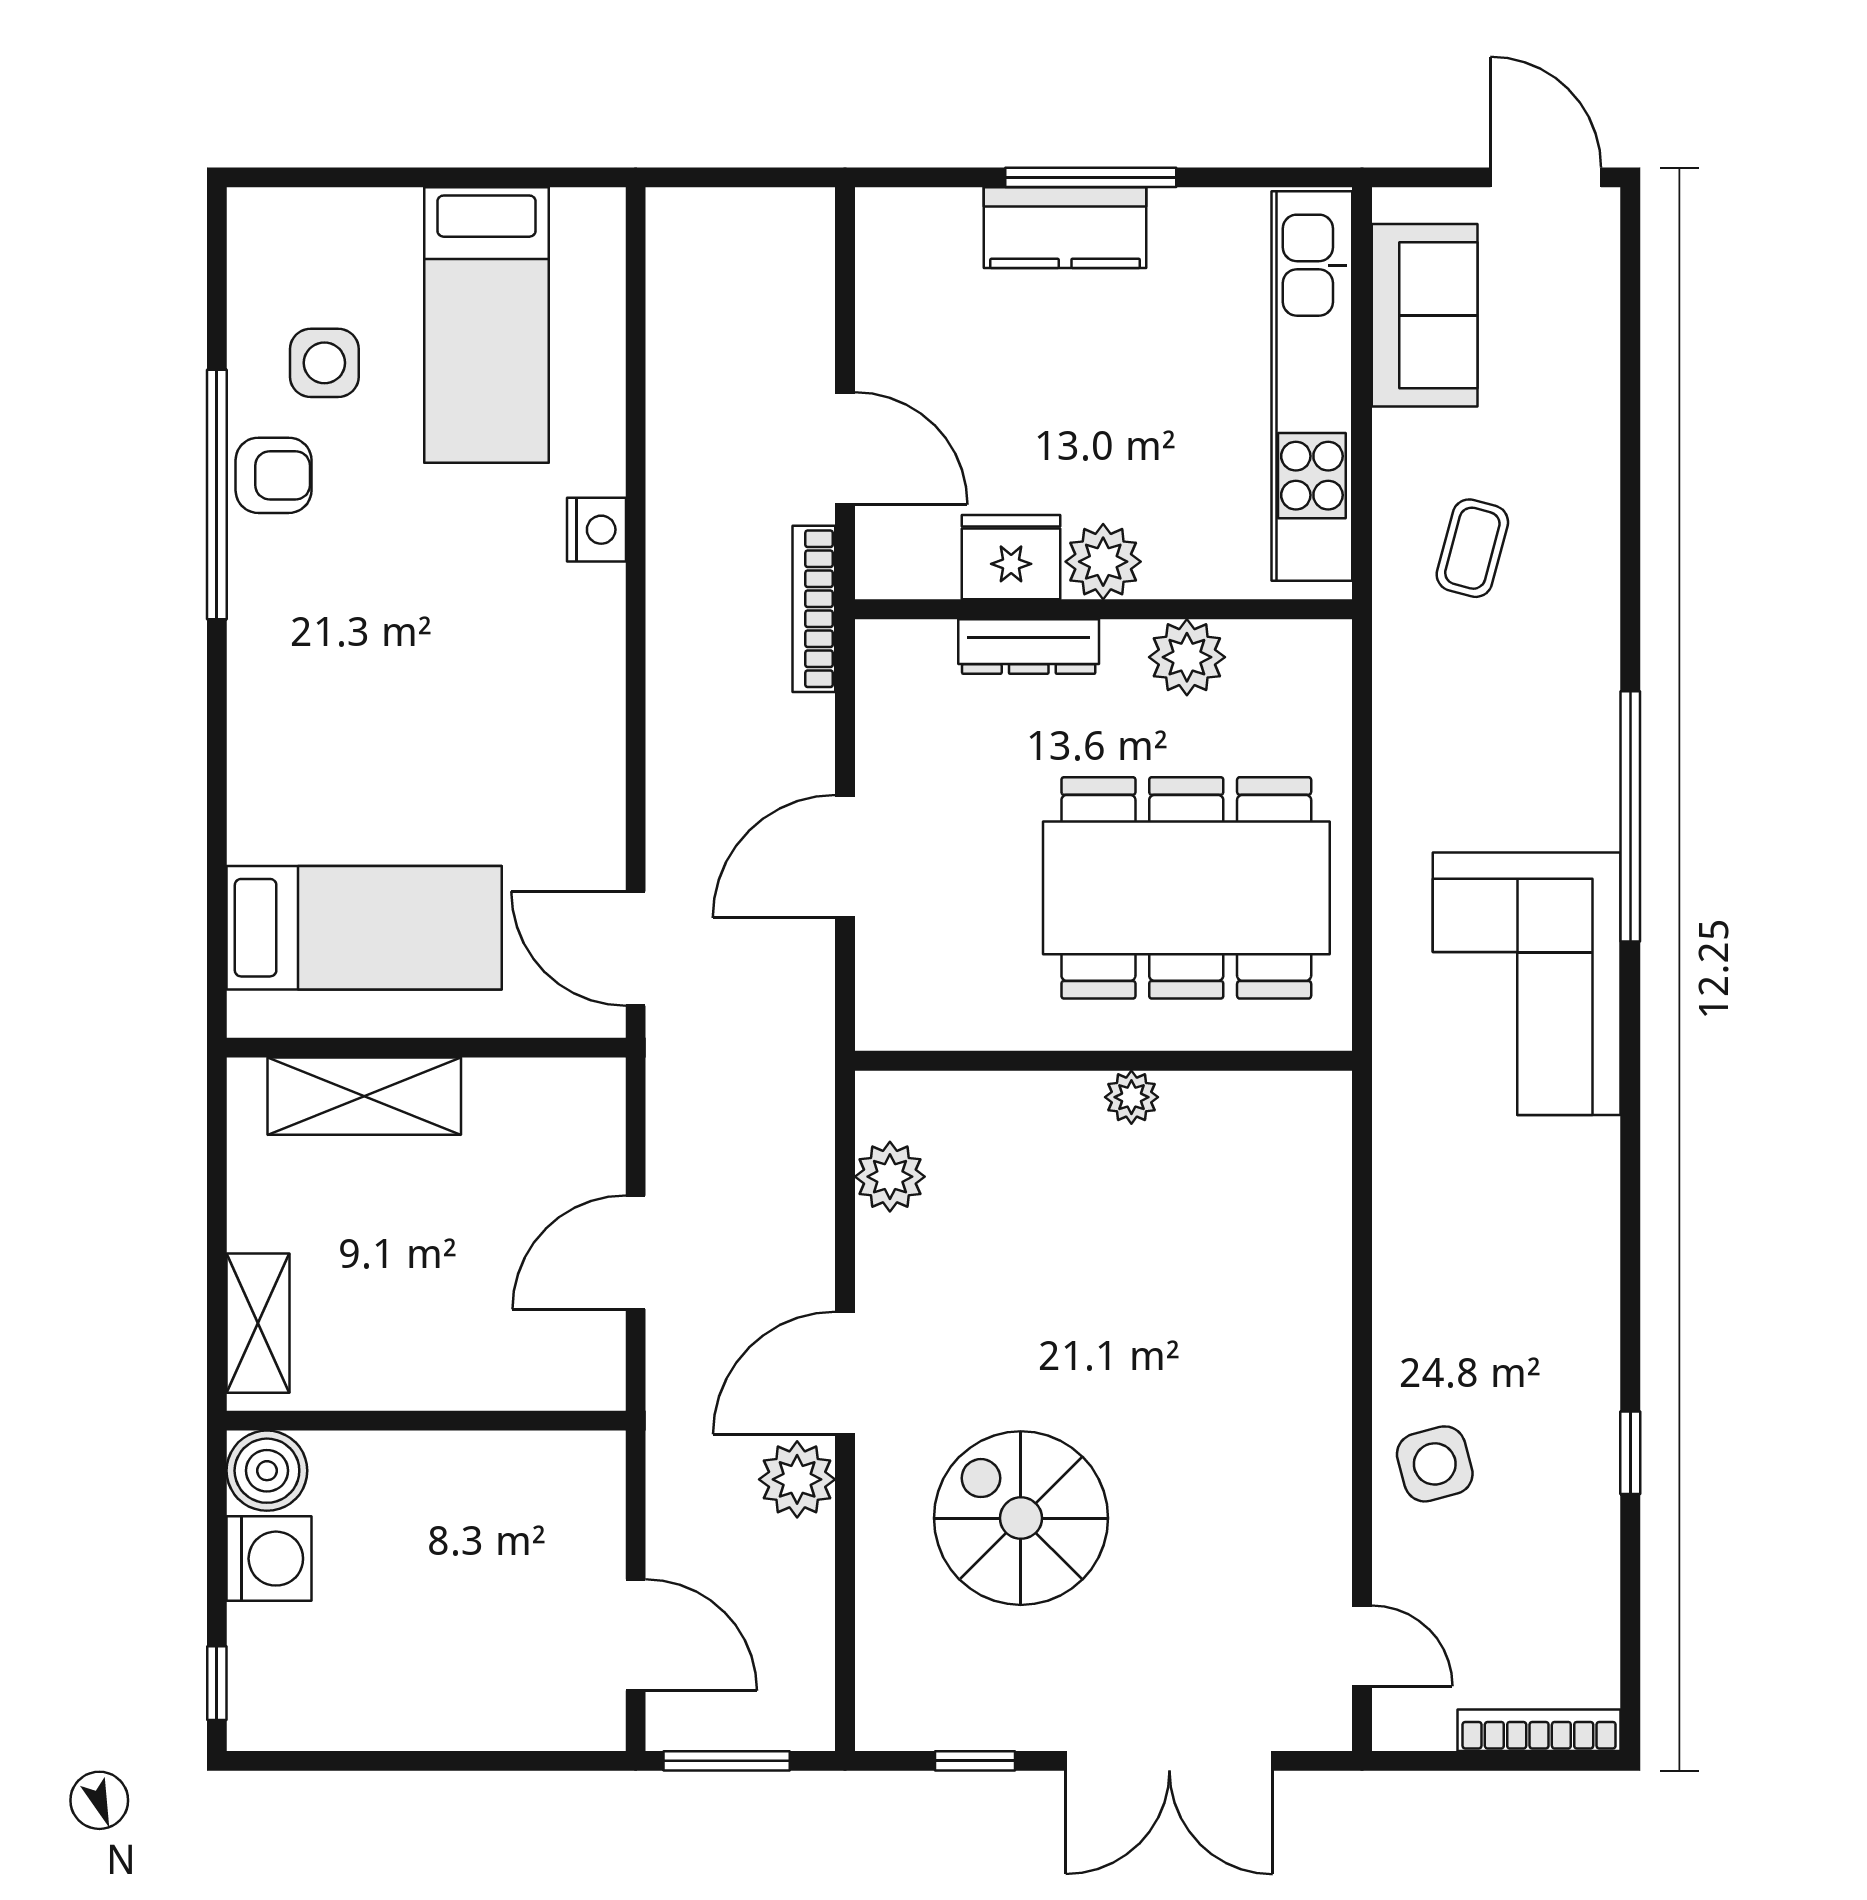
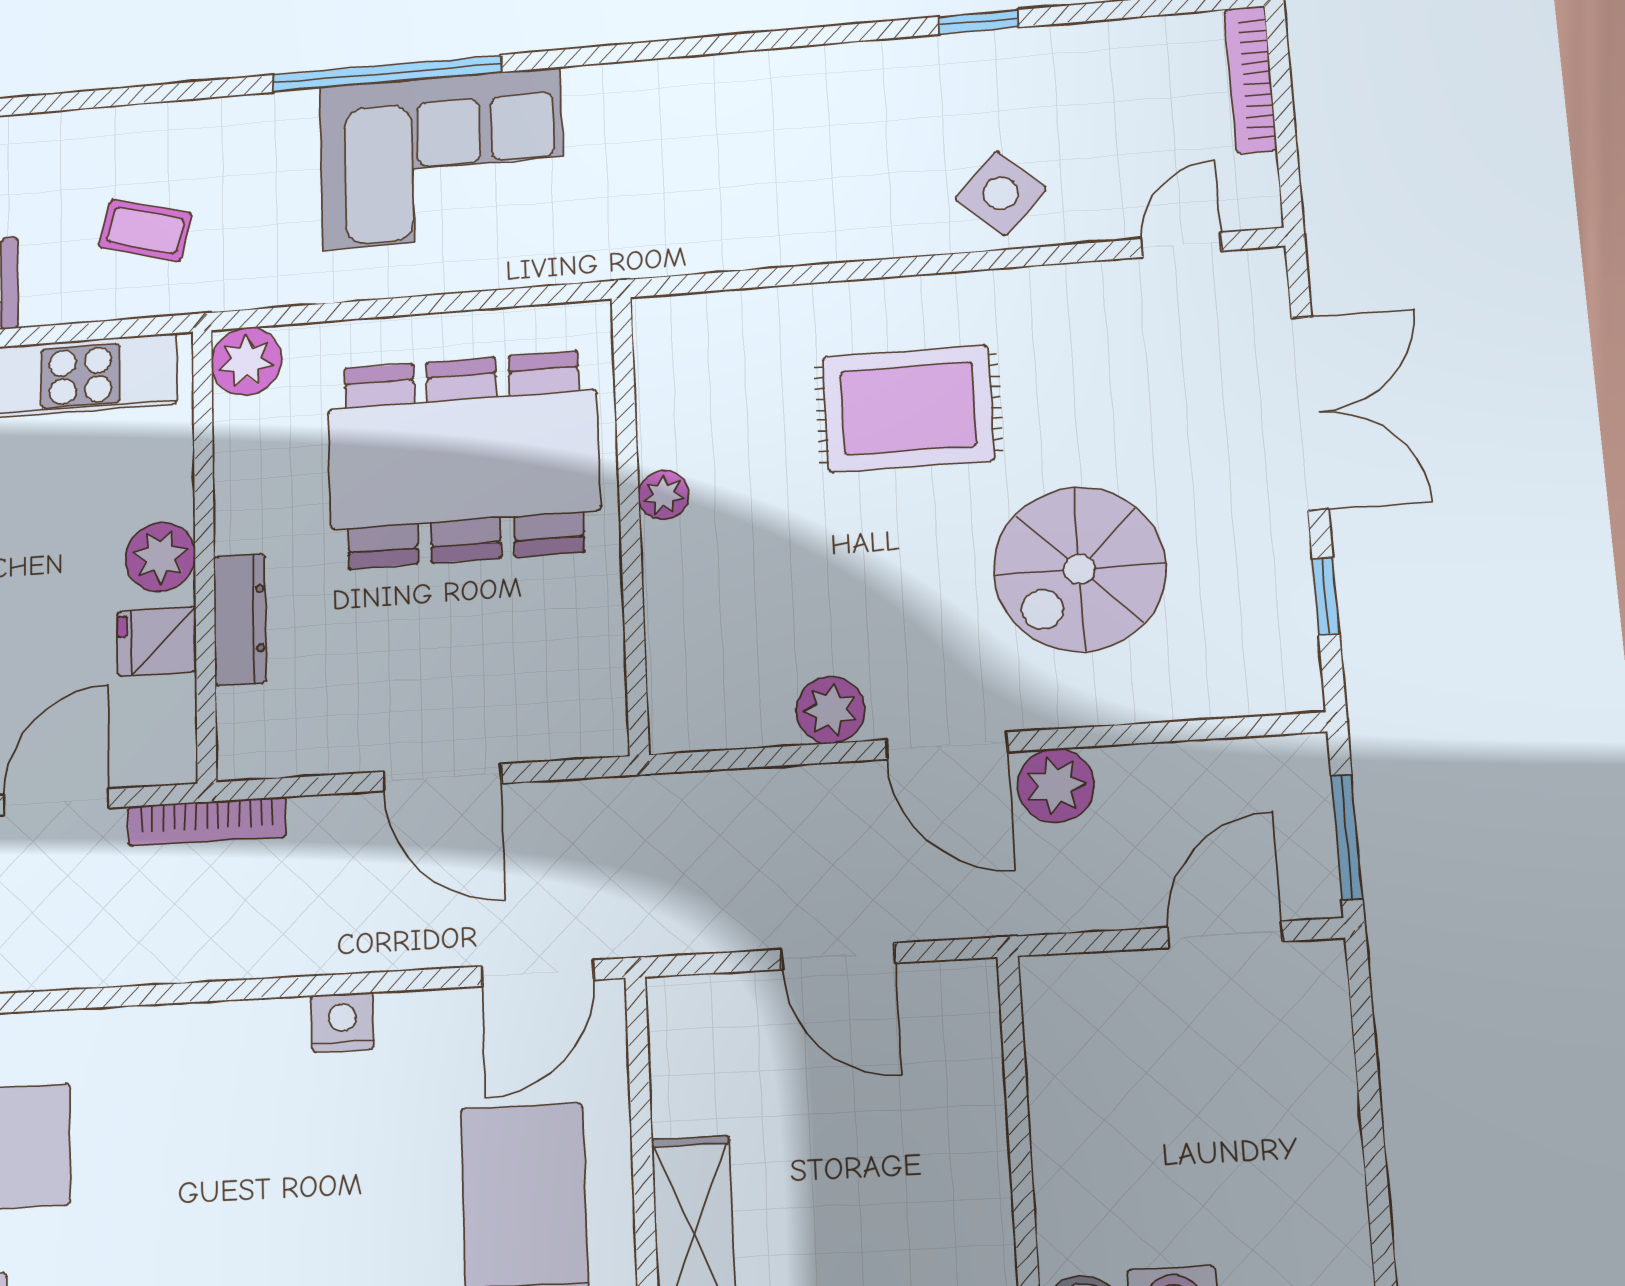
nightstand: (596, 530) -> (342, 1022), moved
fridge: (1011, 557) -> (157, 641), width x0.72
plant: (1187, 657) -> (246, 361), moved
dining table: (1186, 888) -> (463, 460), turned 90
corner sofa: (1527, 984) -> (442, 158), moved
plant: (890, 1177) -> (830, 710), moved
rug: (1206, 1355) -> (908, 409), added
side table: (1435, 1464) -> (1001, 194), turned -32

